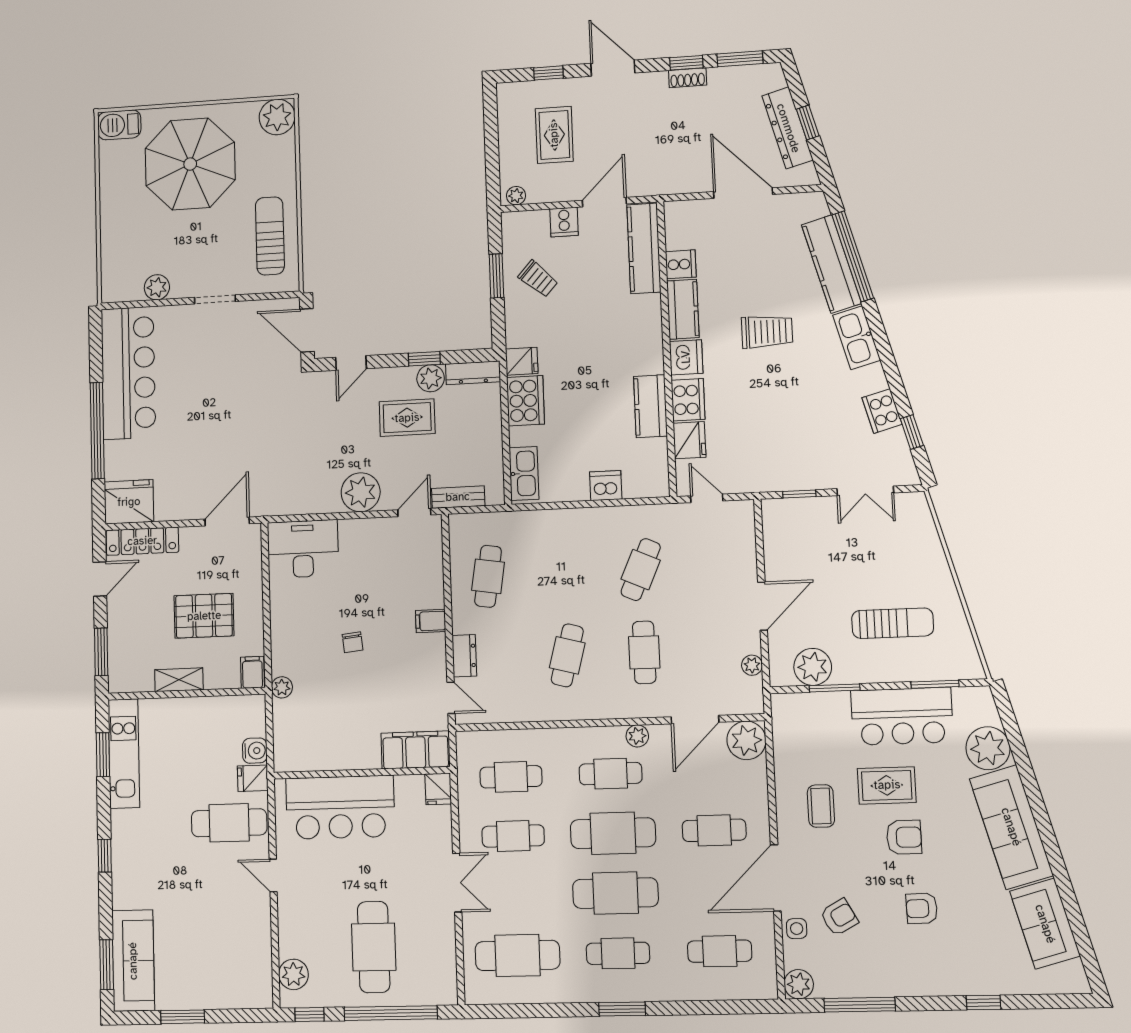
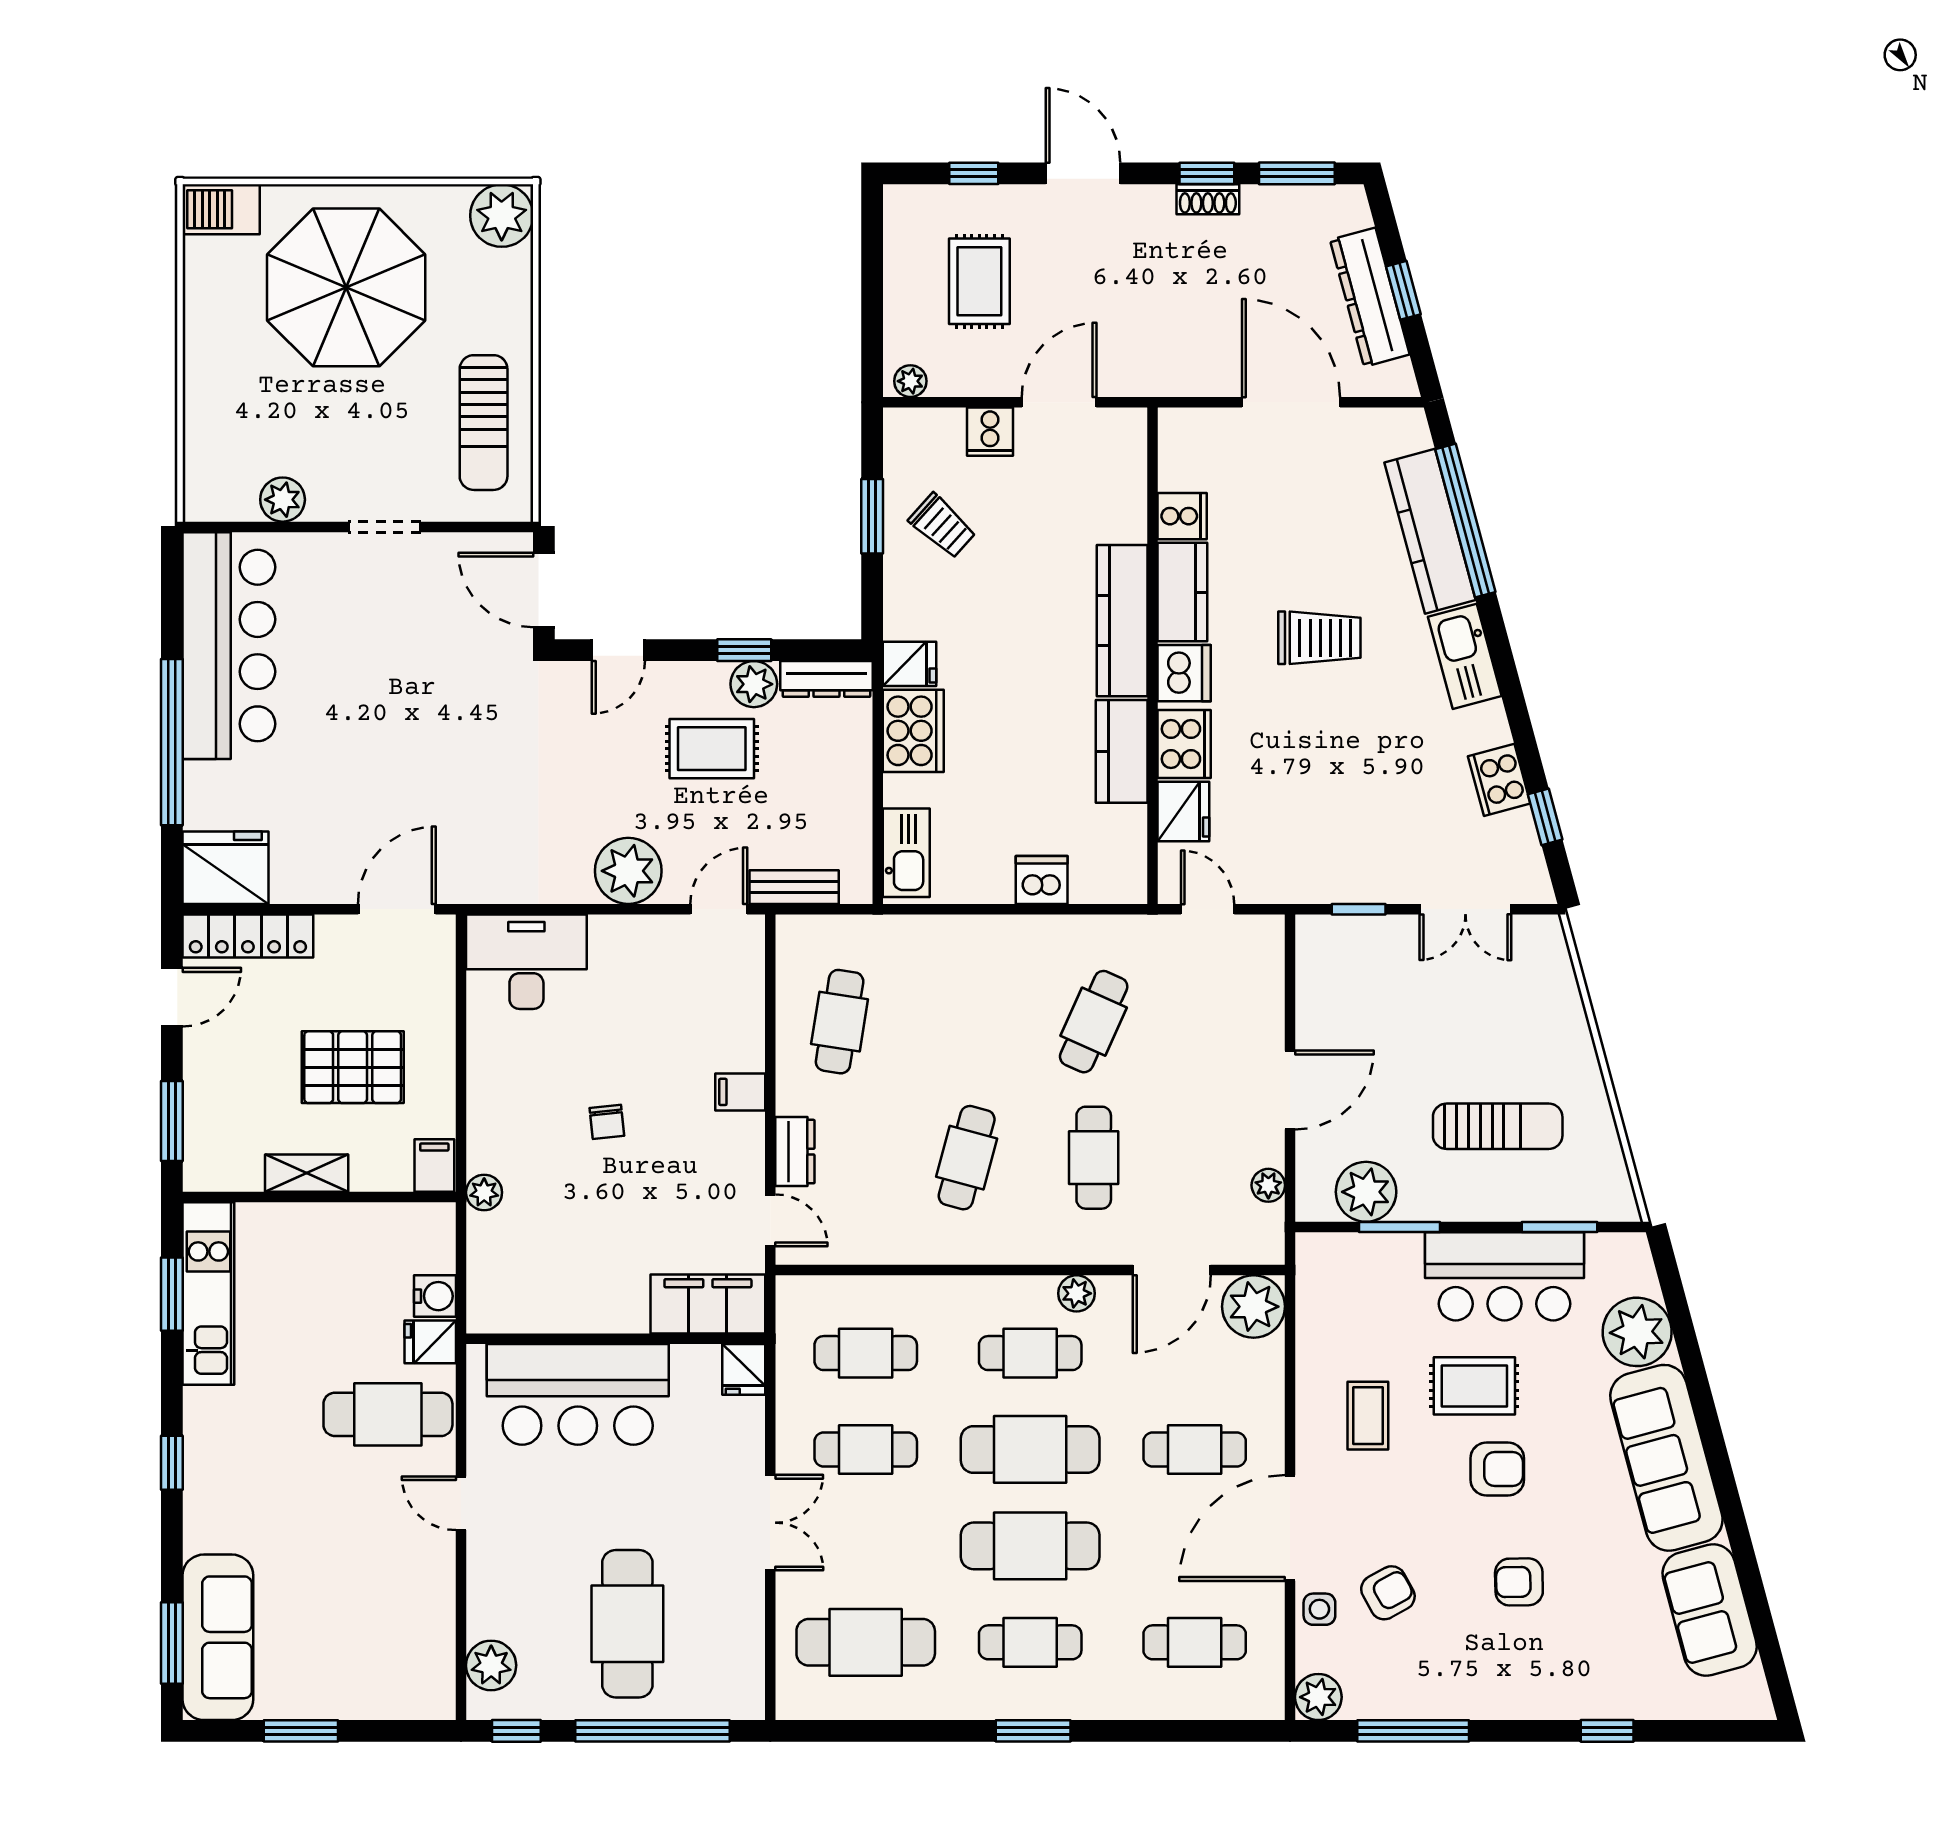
sun lounger: (270, 236) -> (484, 423), turned 180
kitchen counter: (644, 248) -> (1122, 621), moved

